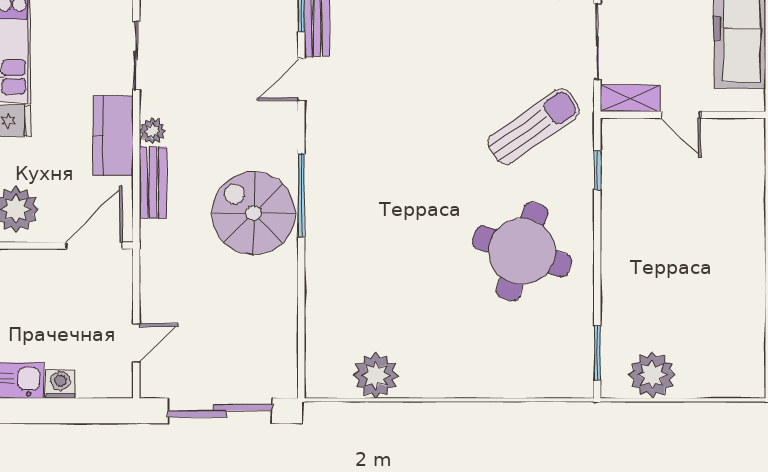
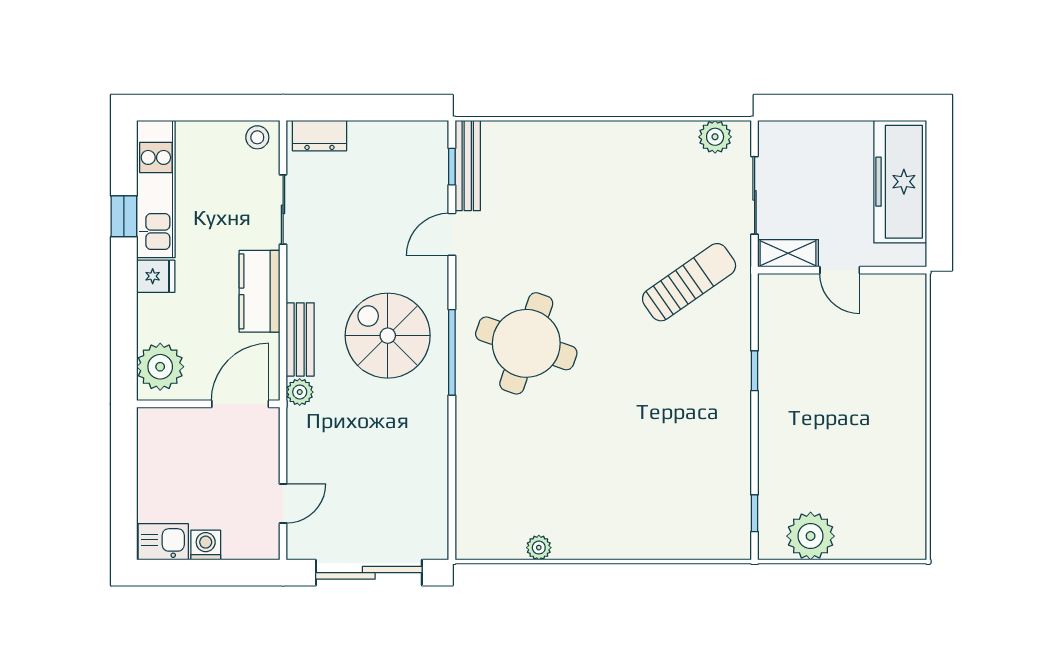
plant: (152, 131) -> (300, 392), moved
window: (597, 170) -> (755, 371), moved
spiral stairs: (253, 213) -> (388, 336), moved
round table: (522, 251) -> (526, 343), moved
window: (597, 353) -> (755, 513), width x0.67
plant: (376, 376) -> (539, 548), width x0.53, depth x0.53

